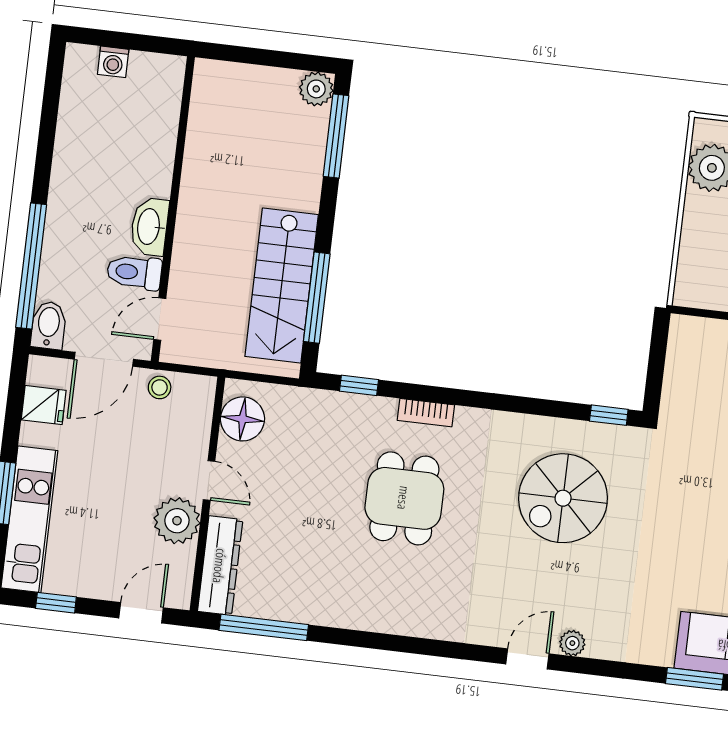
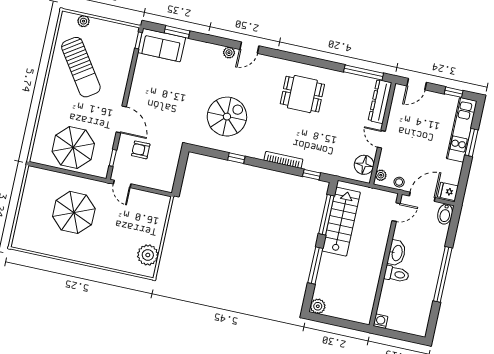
washing machine: (113, 62) -> (380, 321), moved
window: (336, 136) -> (315, 265), moved
window: (31, 266) -> (443, 274), moved
toilet: (134, 272) -> (396, 274), moved
fridge: (44, 405) -> (448, 191), moved
bookcase: (426, 413) -> (283, 160), width x1.56
window: (609, 415) -> (236, 158), moved
dining table: (404, 498) -> (302, 94), moved, turned 90
plant: (177, 521) -> (381, 175), moved, width x0.53, depth x0.53

